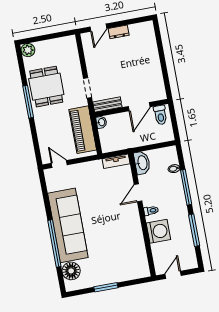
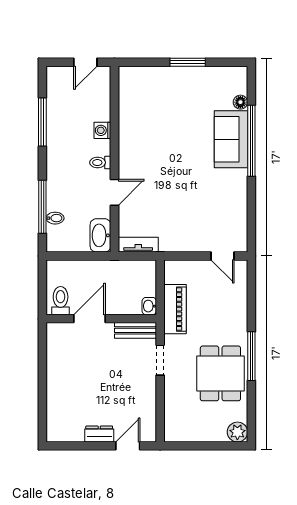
piano: (83, 130) -> (175, 309), width x0.73, depth x0.75
window: (186, 187) -> (42, 207), moved
sofa: (68, 225) -> (231, 139), width x0.54, depth x0.79
washing machine: (158, 231) -> (102, 130), width x0.53, depth x0.53
floor lamp: (71, 271) -> (240, 102), width x0.53, depth x0.53

